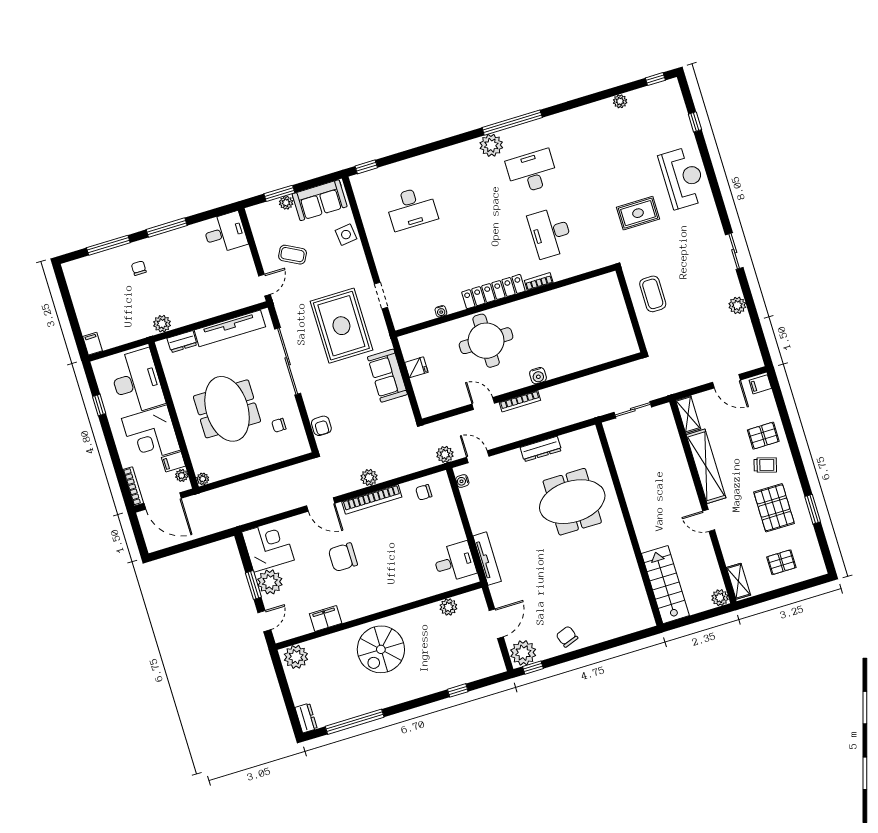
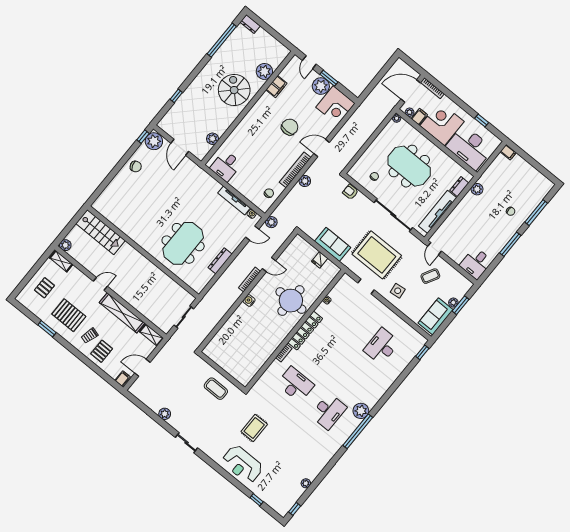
side table: (346, 235) -> (398, 291), moved
tv unit: (487, 559) -> (234, 200), moved
plant: (296, 657) -> (264, 71), moved

